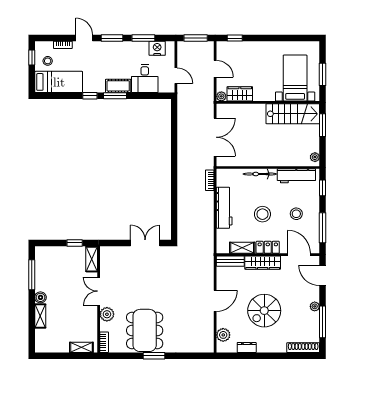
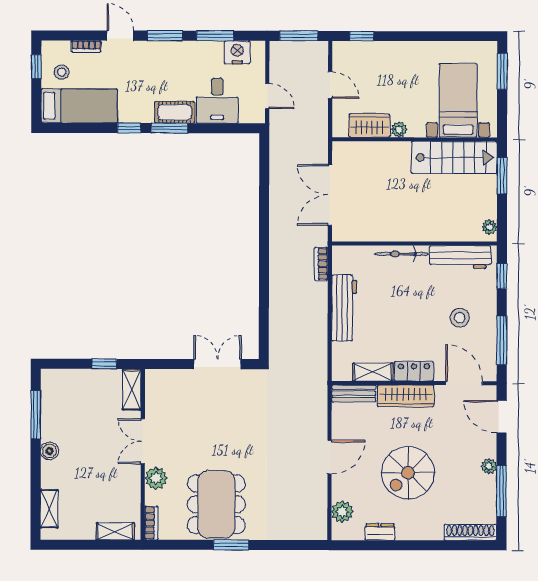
window: (323, 74) -> (502, 71), moved
plant: (221, 96) -> (399, 130), moved
double door: (215, 137) -> (330, 195), swing flipped
stool: (262, 214) -> (405, 318), removed
shelving: (40, 316) -> (49, 509), moved

